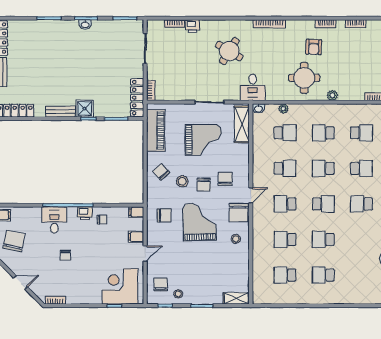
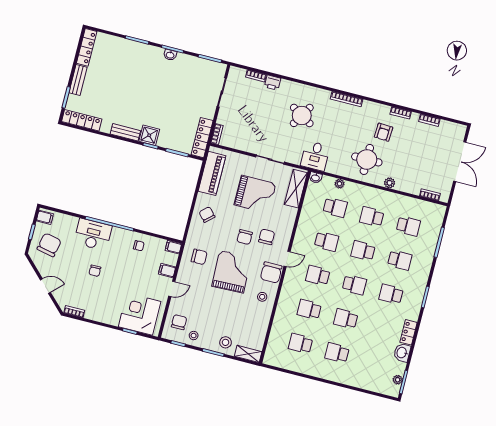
stool: (182, 181) -> (226, 342), moved
printer: (85, 213) -> (124, 236), removed
desk: (54, 220) -> (93, 235), width x1.37

